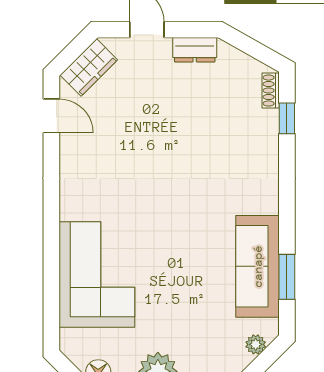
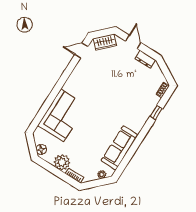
door: (51, 116) -> (81, 51), swing flipped
window: (287, 118) -> (156, 112), moved
window: (287, 277) -> (127, 158), removed

